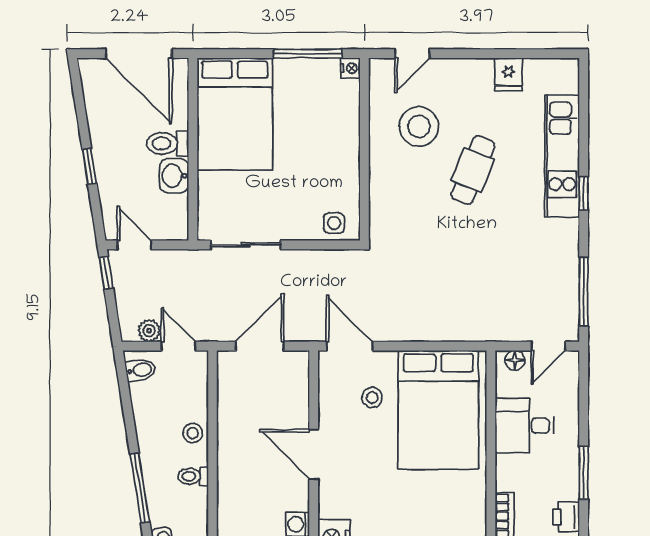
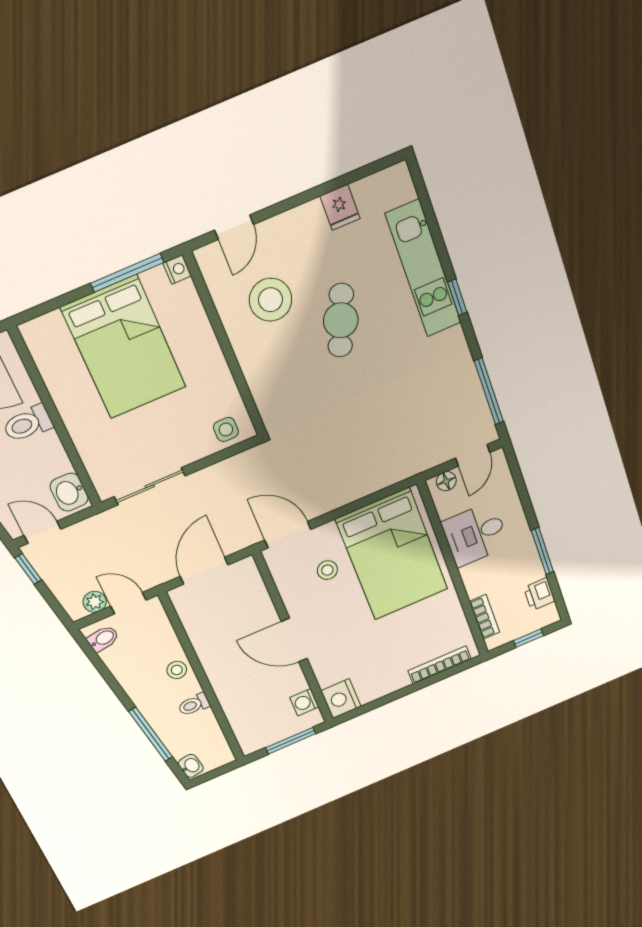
bed: (235, 114) -> (124, 347), moved
washbasin: (174, 176) -> (69, 492), moved

